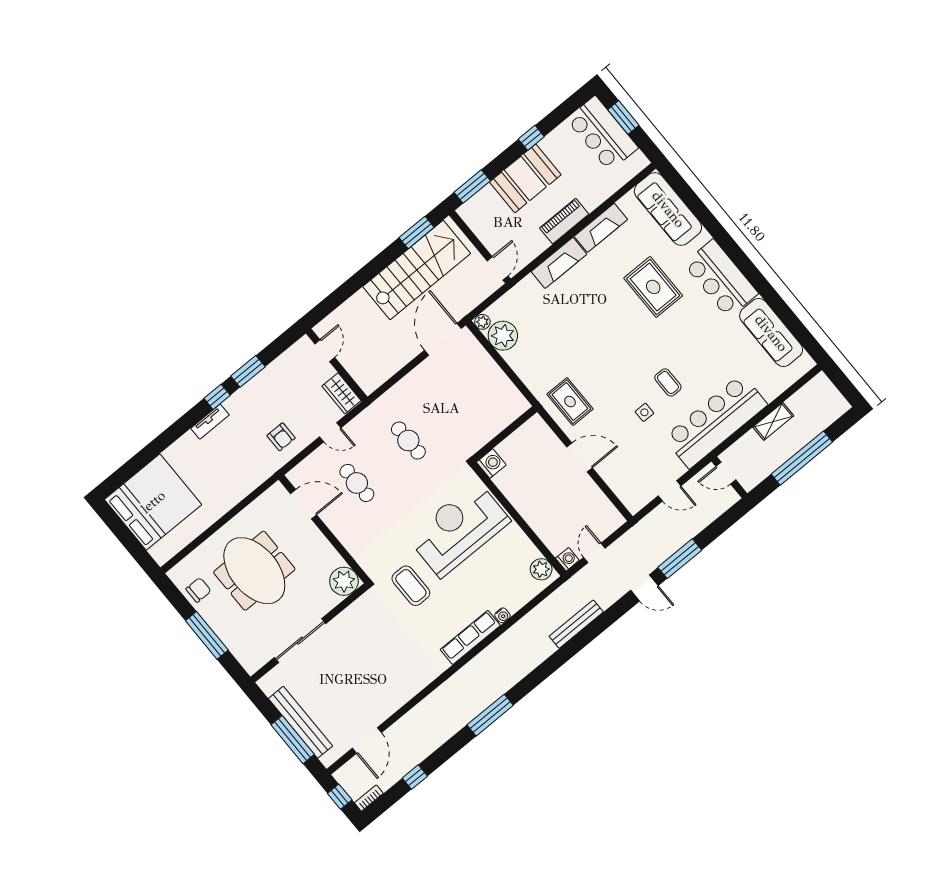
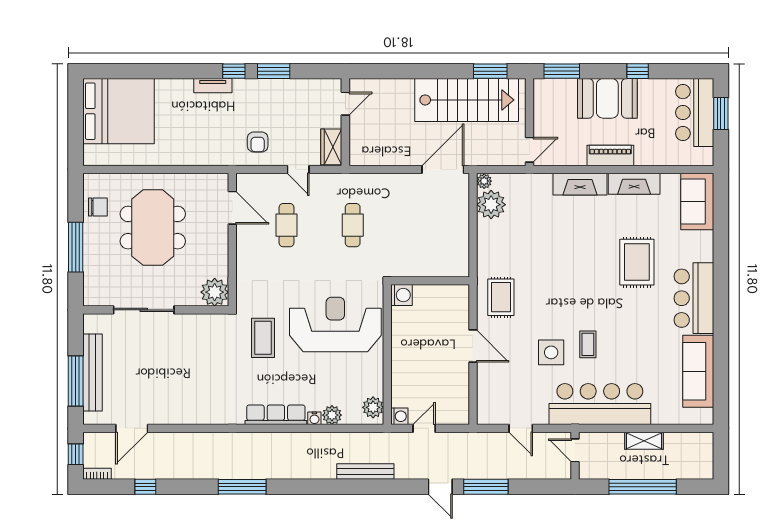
sofa: (668, 209) -> (697, 201), width x0.73
side table: (644, 412) -> (551, 352), width x1.87, depth x1.87
plant: (514, 602) -> (332, 415), added

